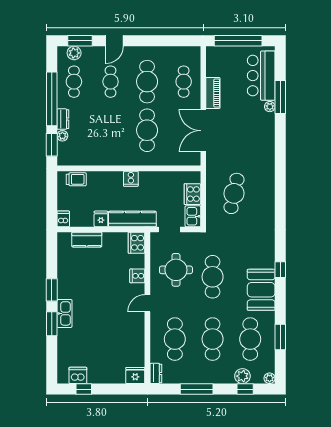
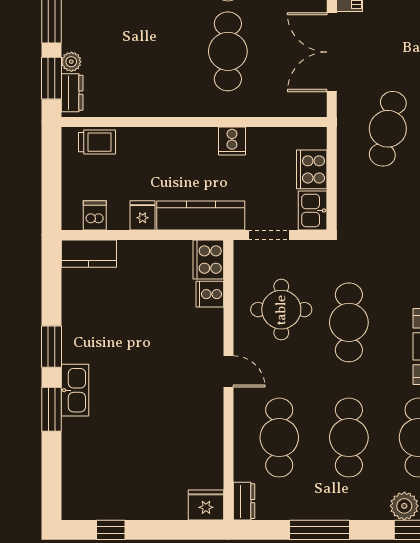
dresser: (63, 119) -> (72, 93), moved
cooker: (131, 179) -> (232, 141), moved
cafe table: (234, 193) -> (388, 129), moved
dishwasher: (63, 219) -> (95, 215), moved
kitchen counter: (87, 240) -> (89, 254), moved
cooker: (137, 276) -> (210, 294), moved
door: (147, 303) -> (228, 371), swing flipped
dishwasher: (78, 375) -> (100, 505), removed

